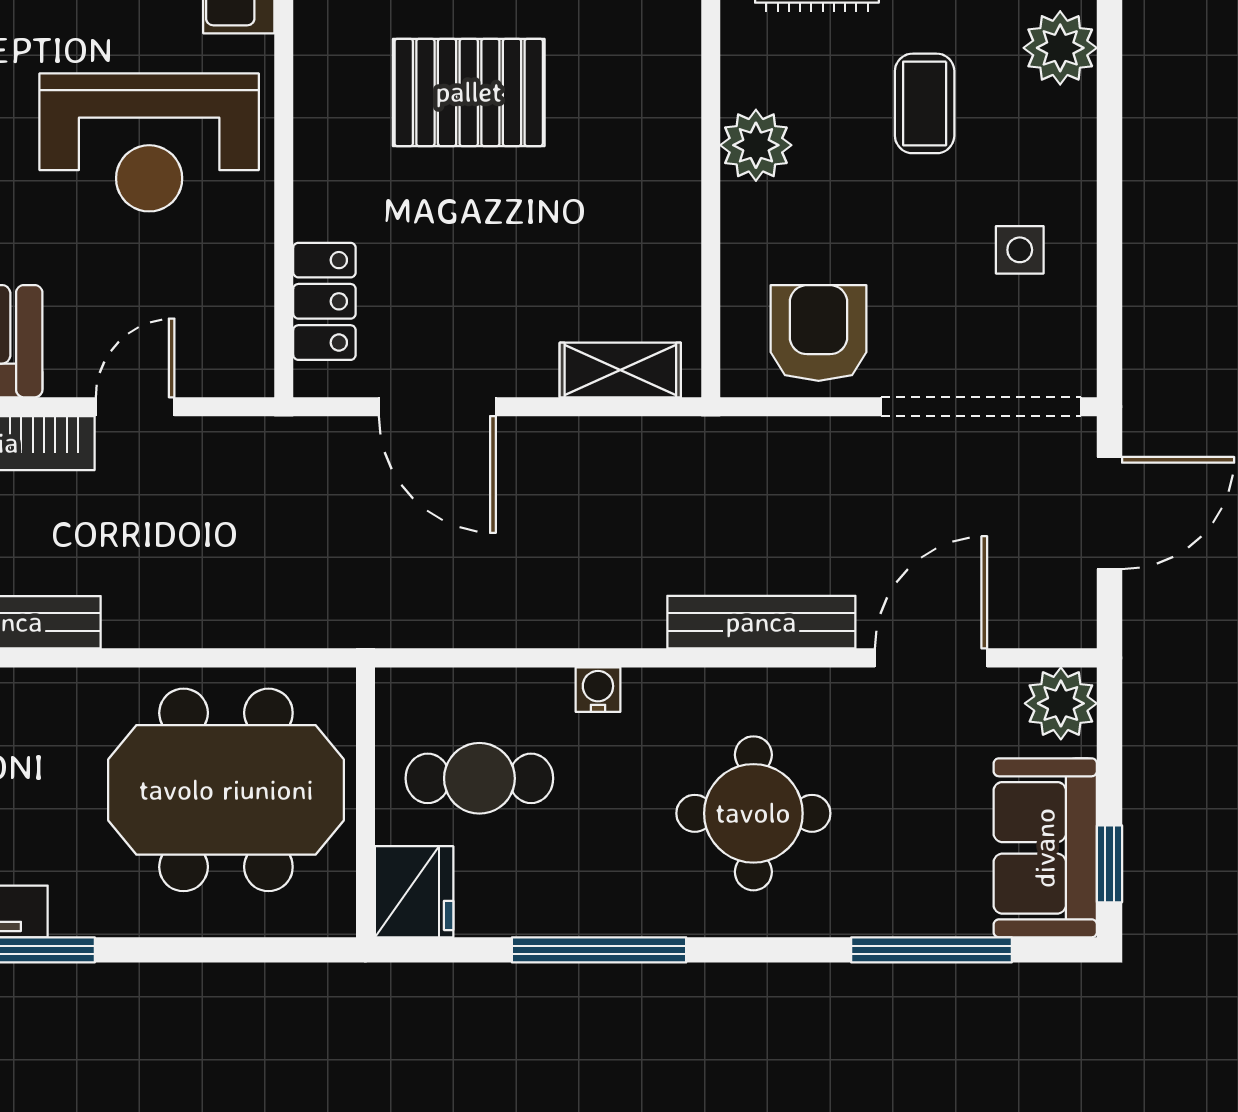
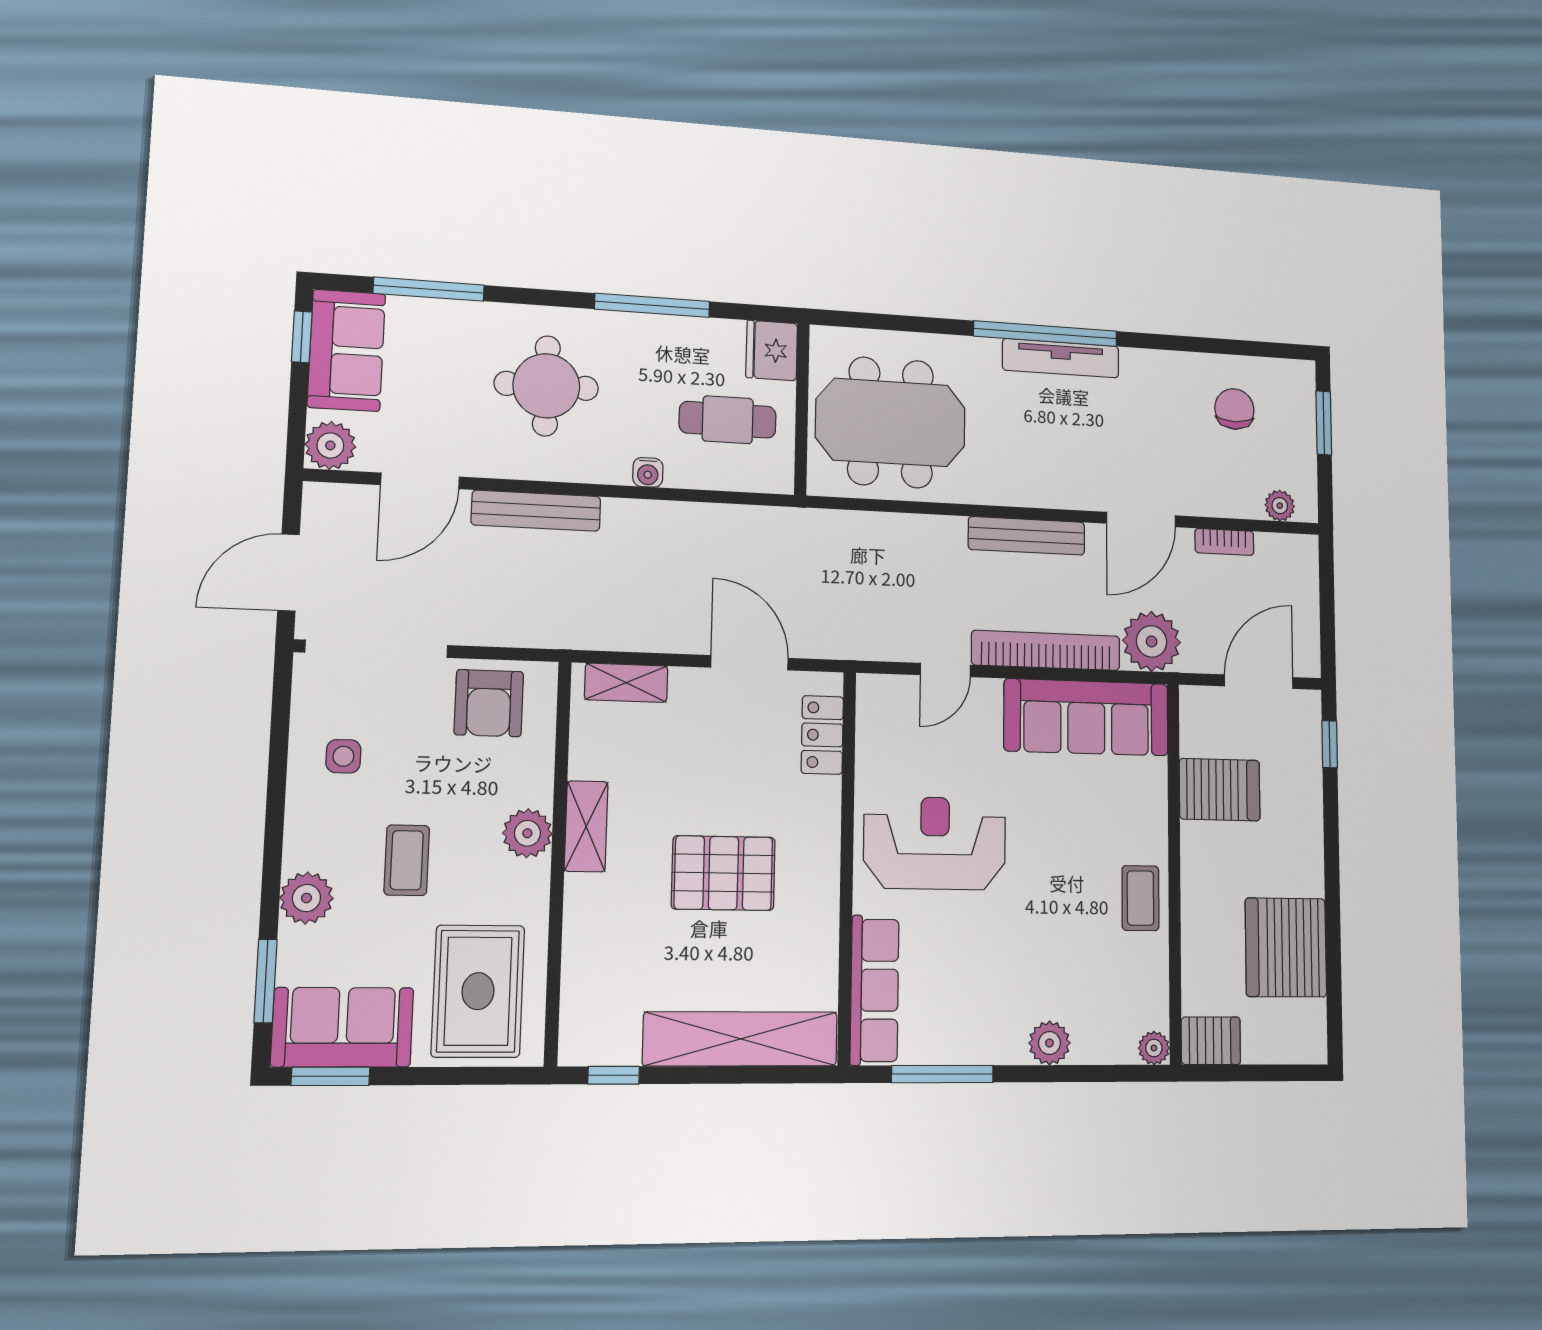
shelving: (672, 157) -> (586, 826), added

